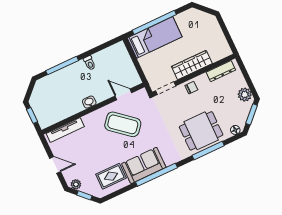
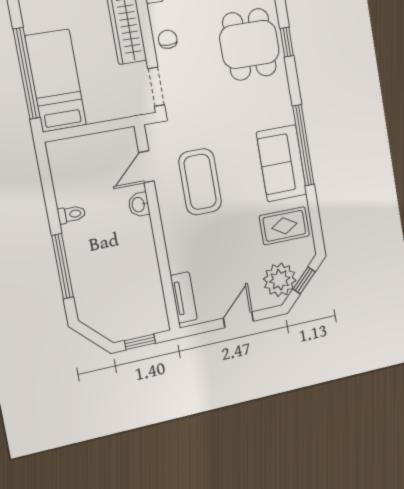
washbasin: (89, 102) -> (139, 205), moved
coffee table: (123, 124) -> (200, 182), turned -40
tv unit: (65, 130) -> (184, 297), width x0.71
window: (208, 150) -> (287, 42), width x0.46
rug: (111, 176) -> (284, 226), turned 90
plant: (76, 184) -> (280, 280), width x1.87, depth x1.87

